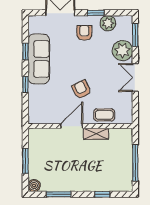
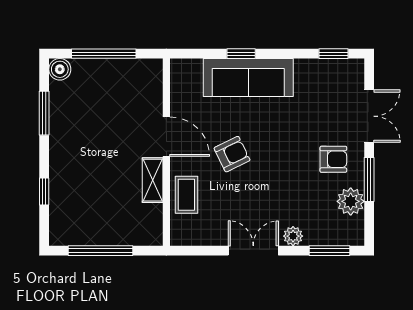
window: (96, 13) -> (369, 179), width x1.50
window: (25, 51) -> (334, 54), moved
plant: (122, 51) -> (293, 236), width x0.53, depth x0.53
sofa: (39, 59) -> (248, 77), moved
window: (25, 161) -> (104, 54), width x1.44

